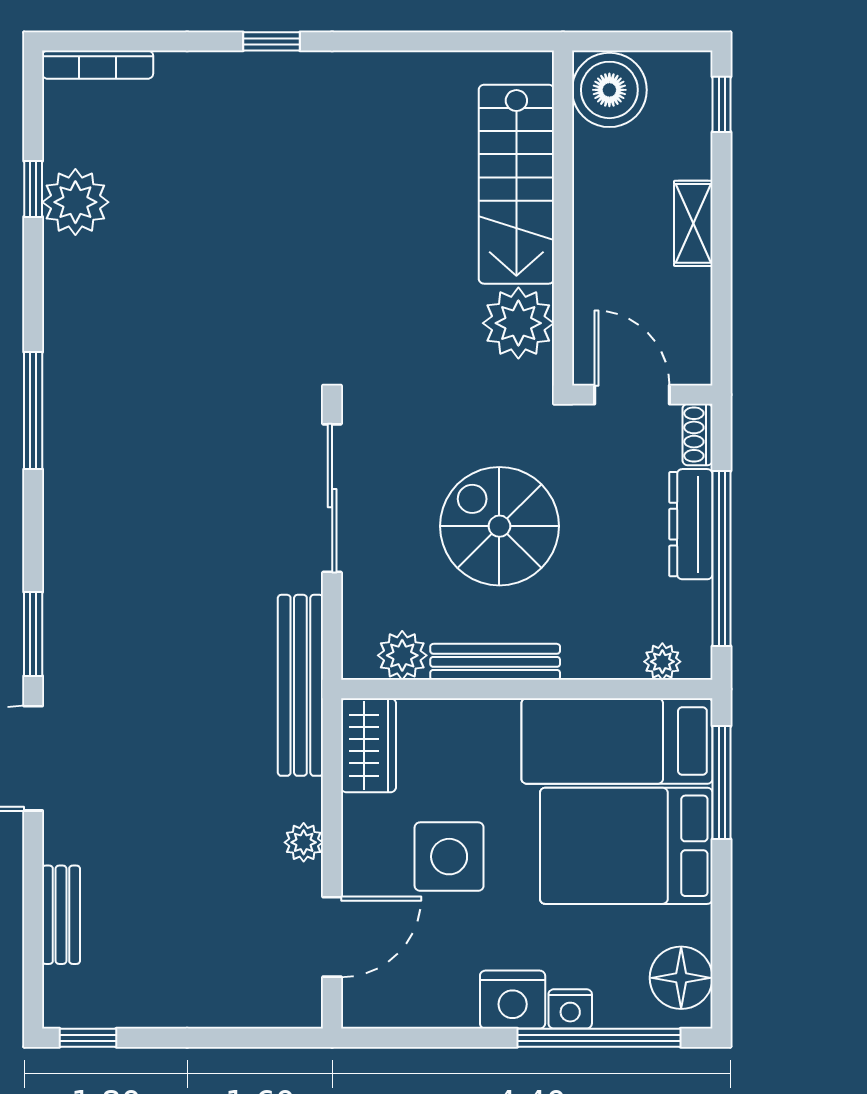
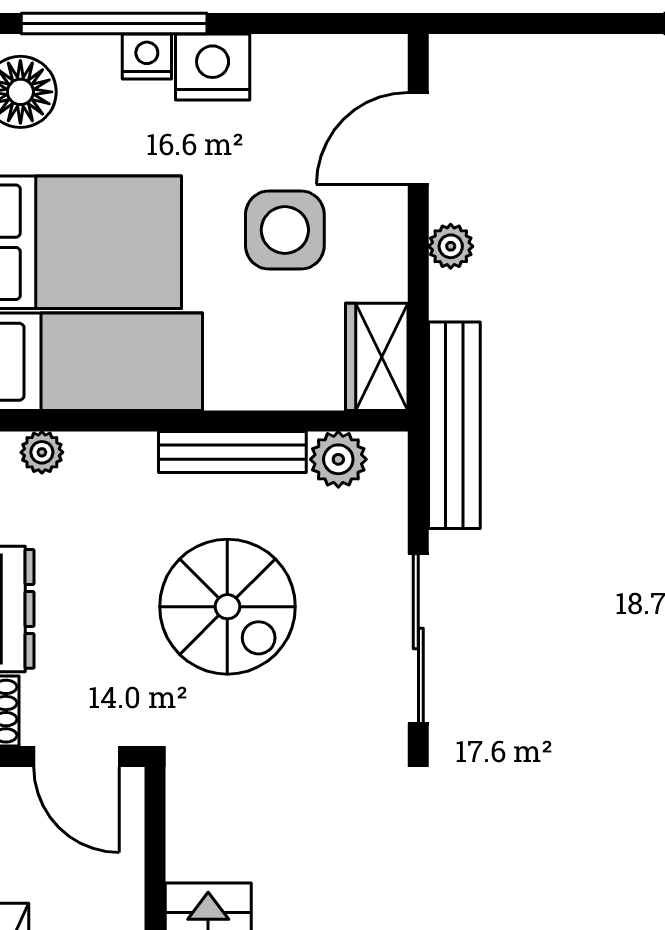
plant: (518, 323) -> (206, 838), removed

